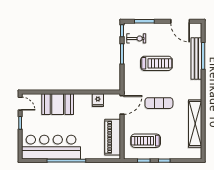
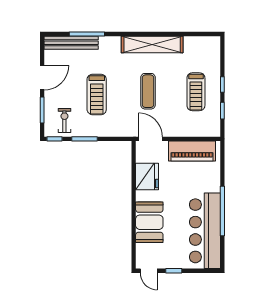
door: (180, 21) -> (42, 78), moved
bench: (196, 59) -> (71, 43), moved
treadmill: (156, 63) -> (97, 94), turned 180
fridge: (98, 100) -> (147, 177), width x1.88, depth x1.34
door: (20, 104) -> (149, 271), swing flipped
shelving: (195, 124) -> (152, 44), moved
treadmill: (146, 141) -> (196, 92), moved

